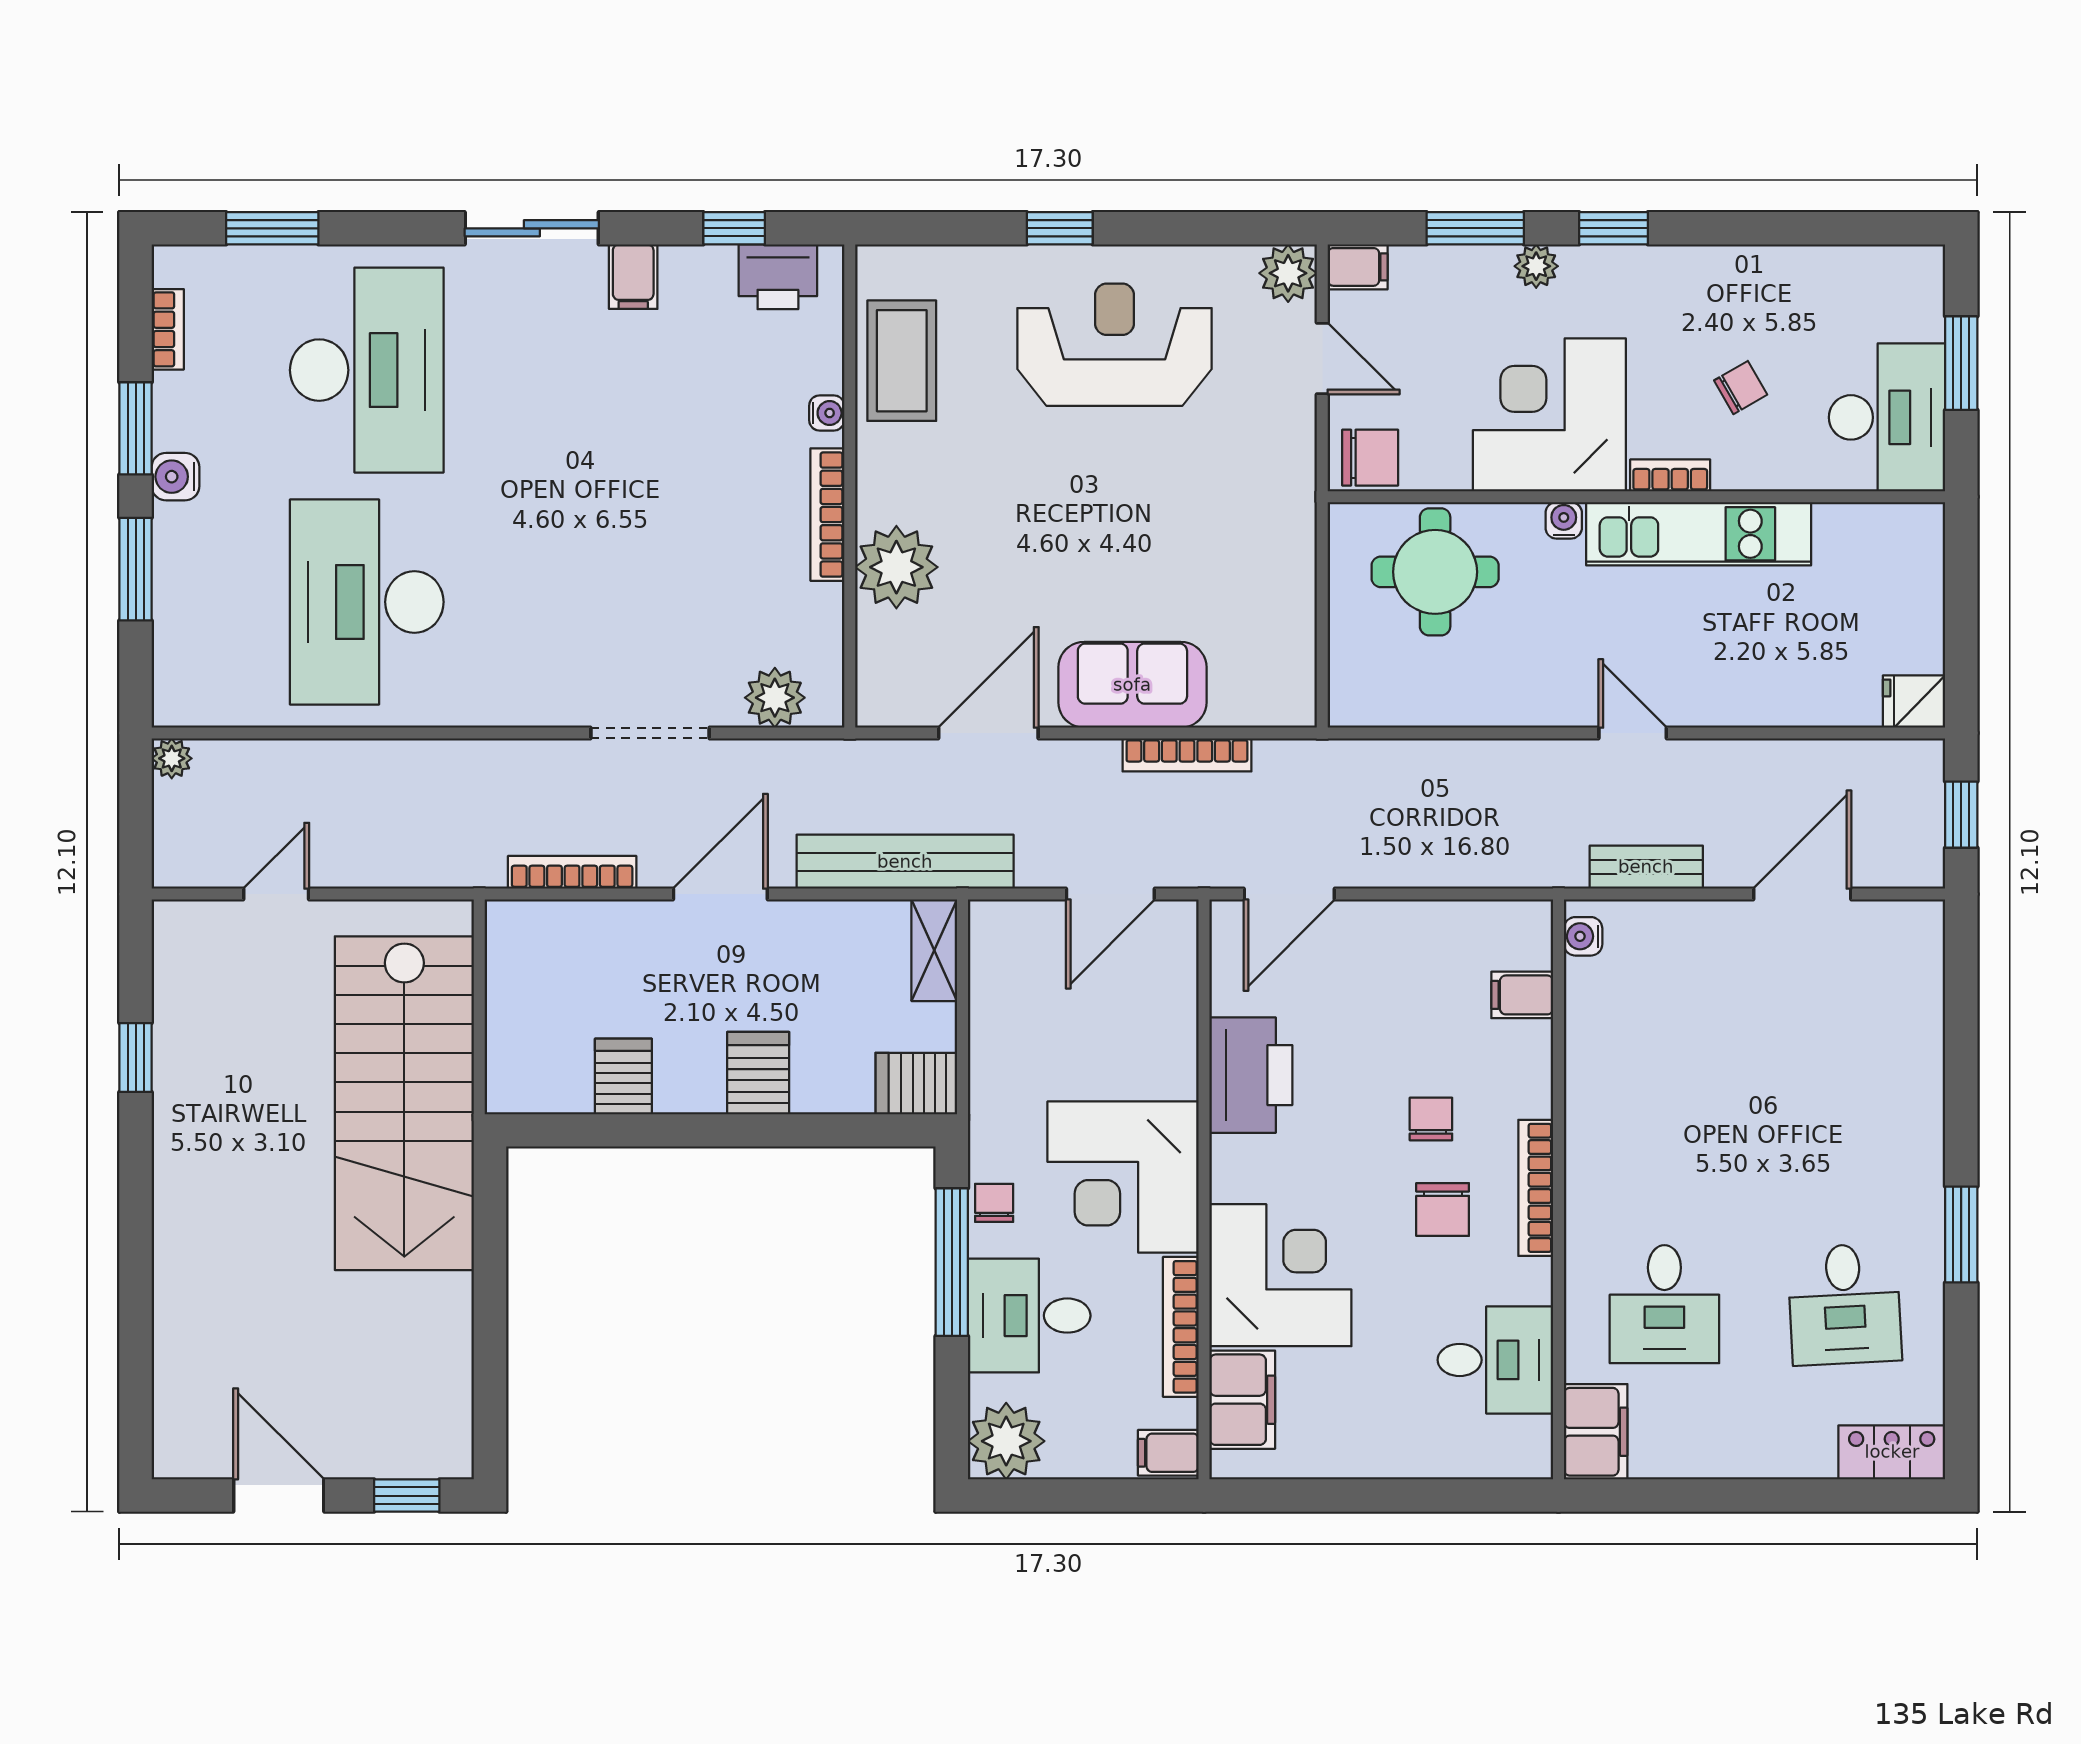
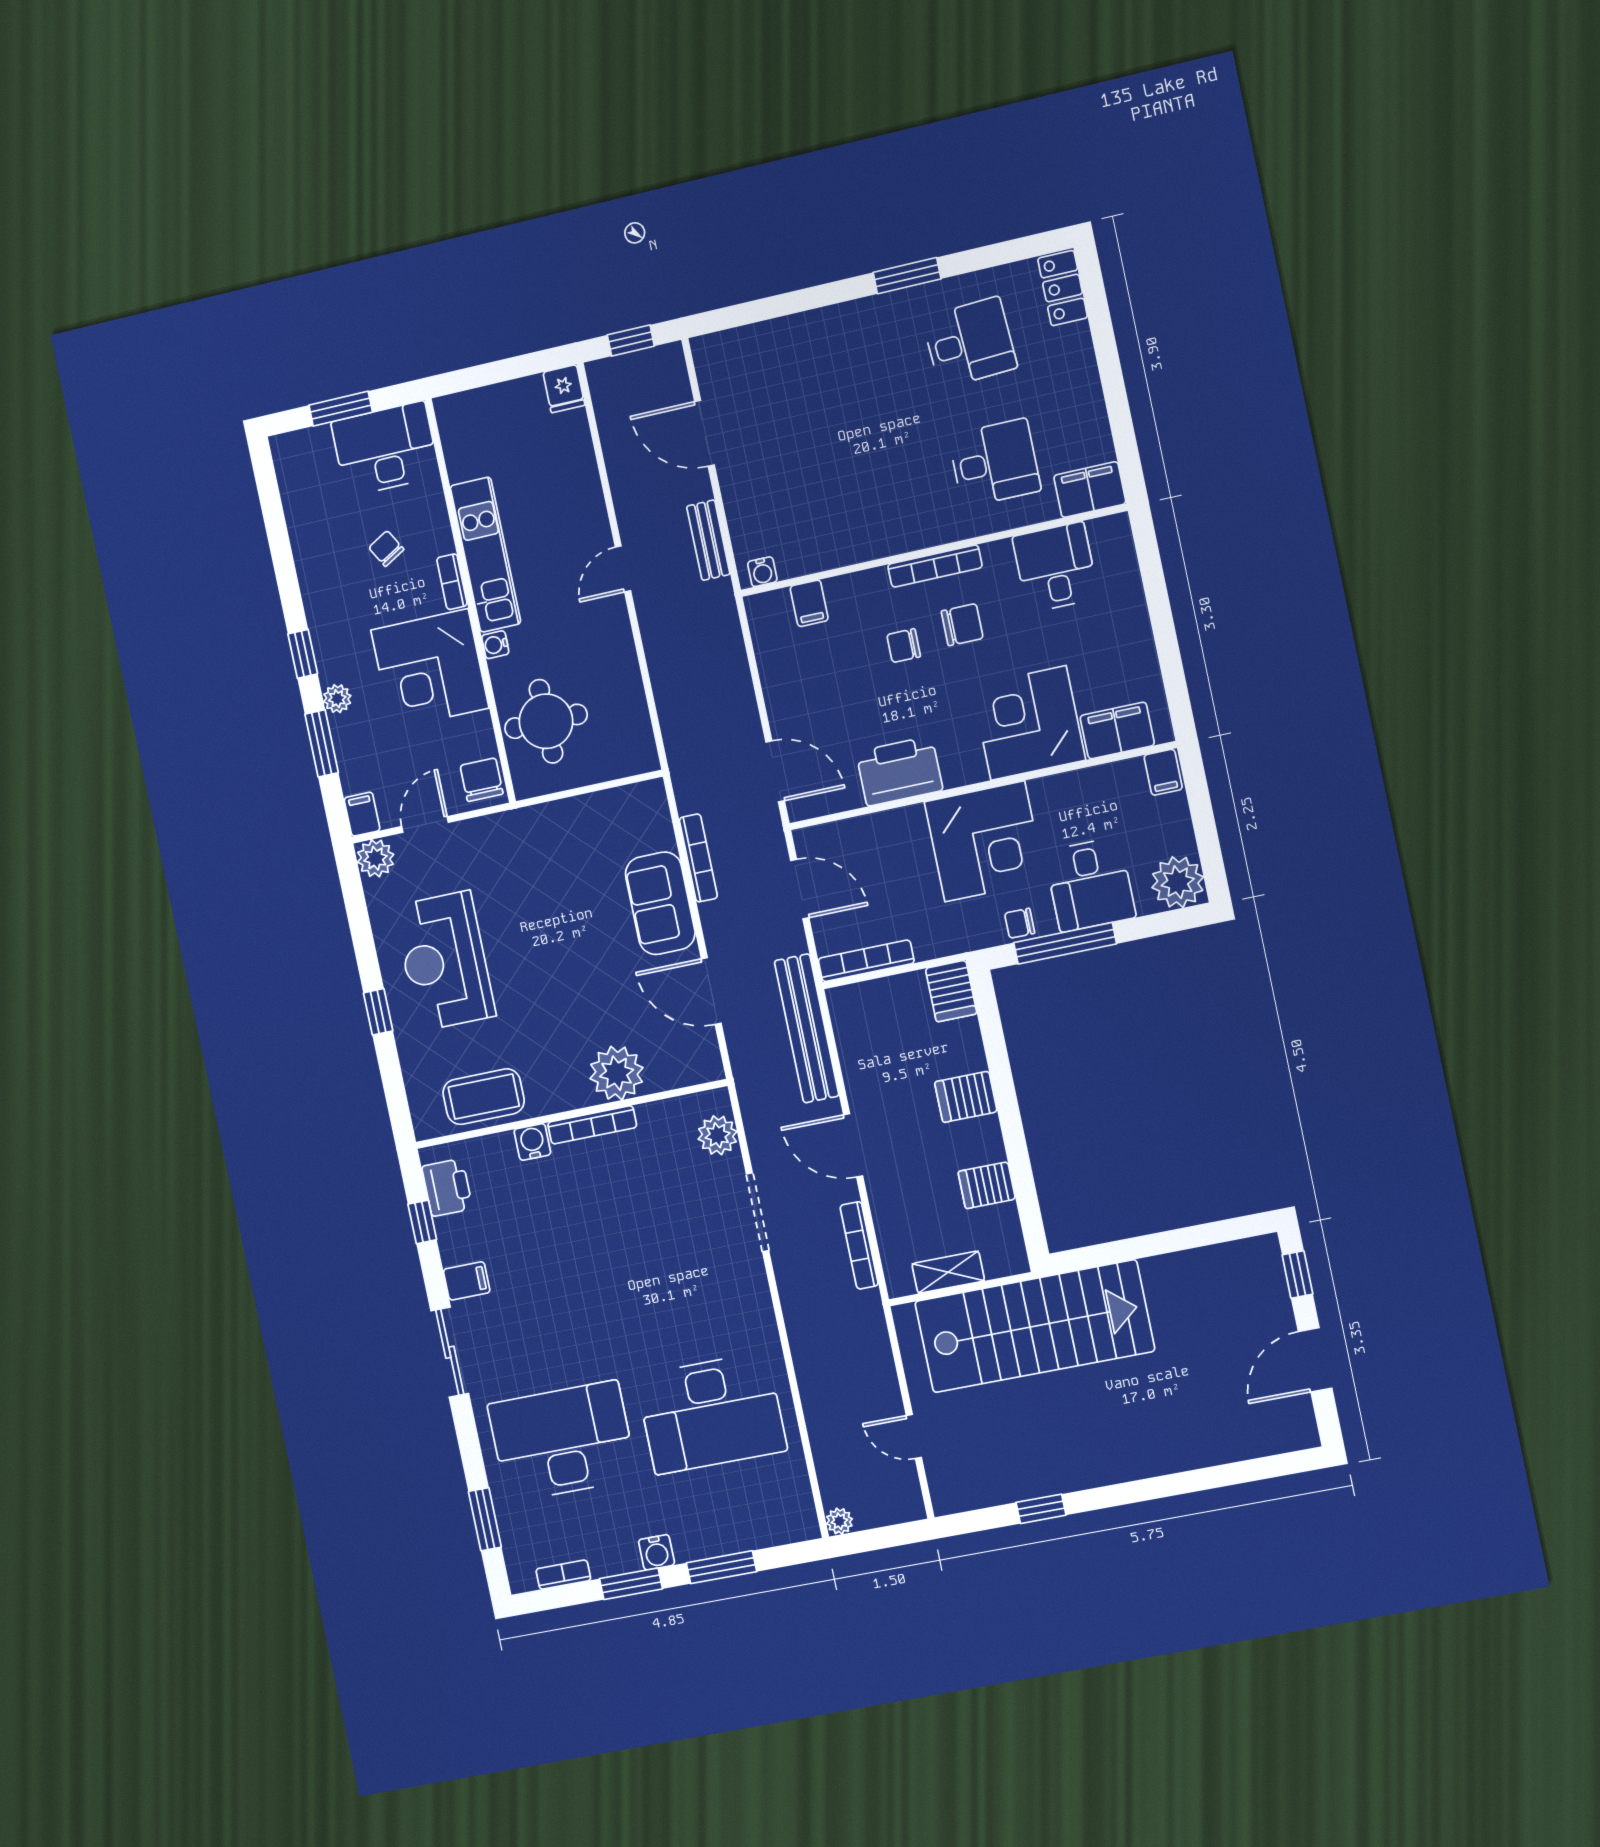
water cooler: (827, 413) -> (532, 1142), width x1.38, depth x1.38
shelving: (934, 950) -> (948, 1272), moved
bookcase: (1181, 1327) -> (866, 961), moved, turned 180

